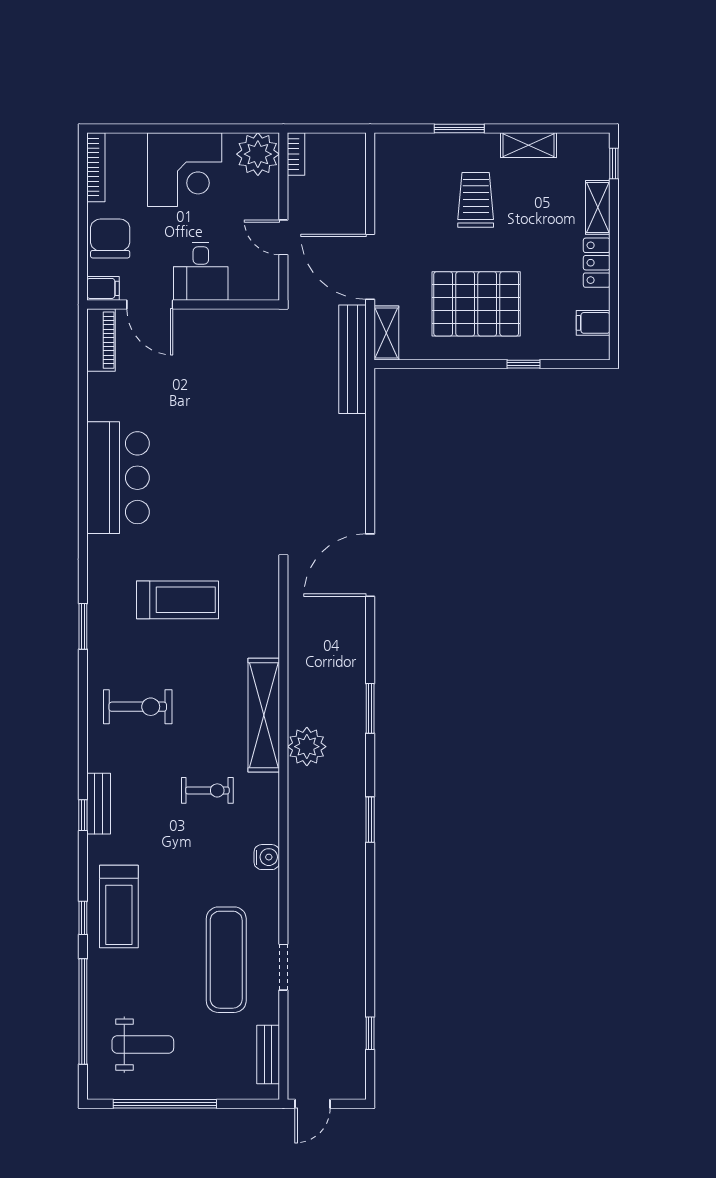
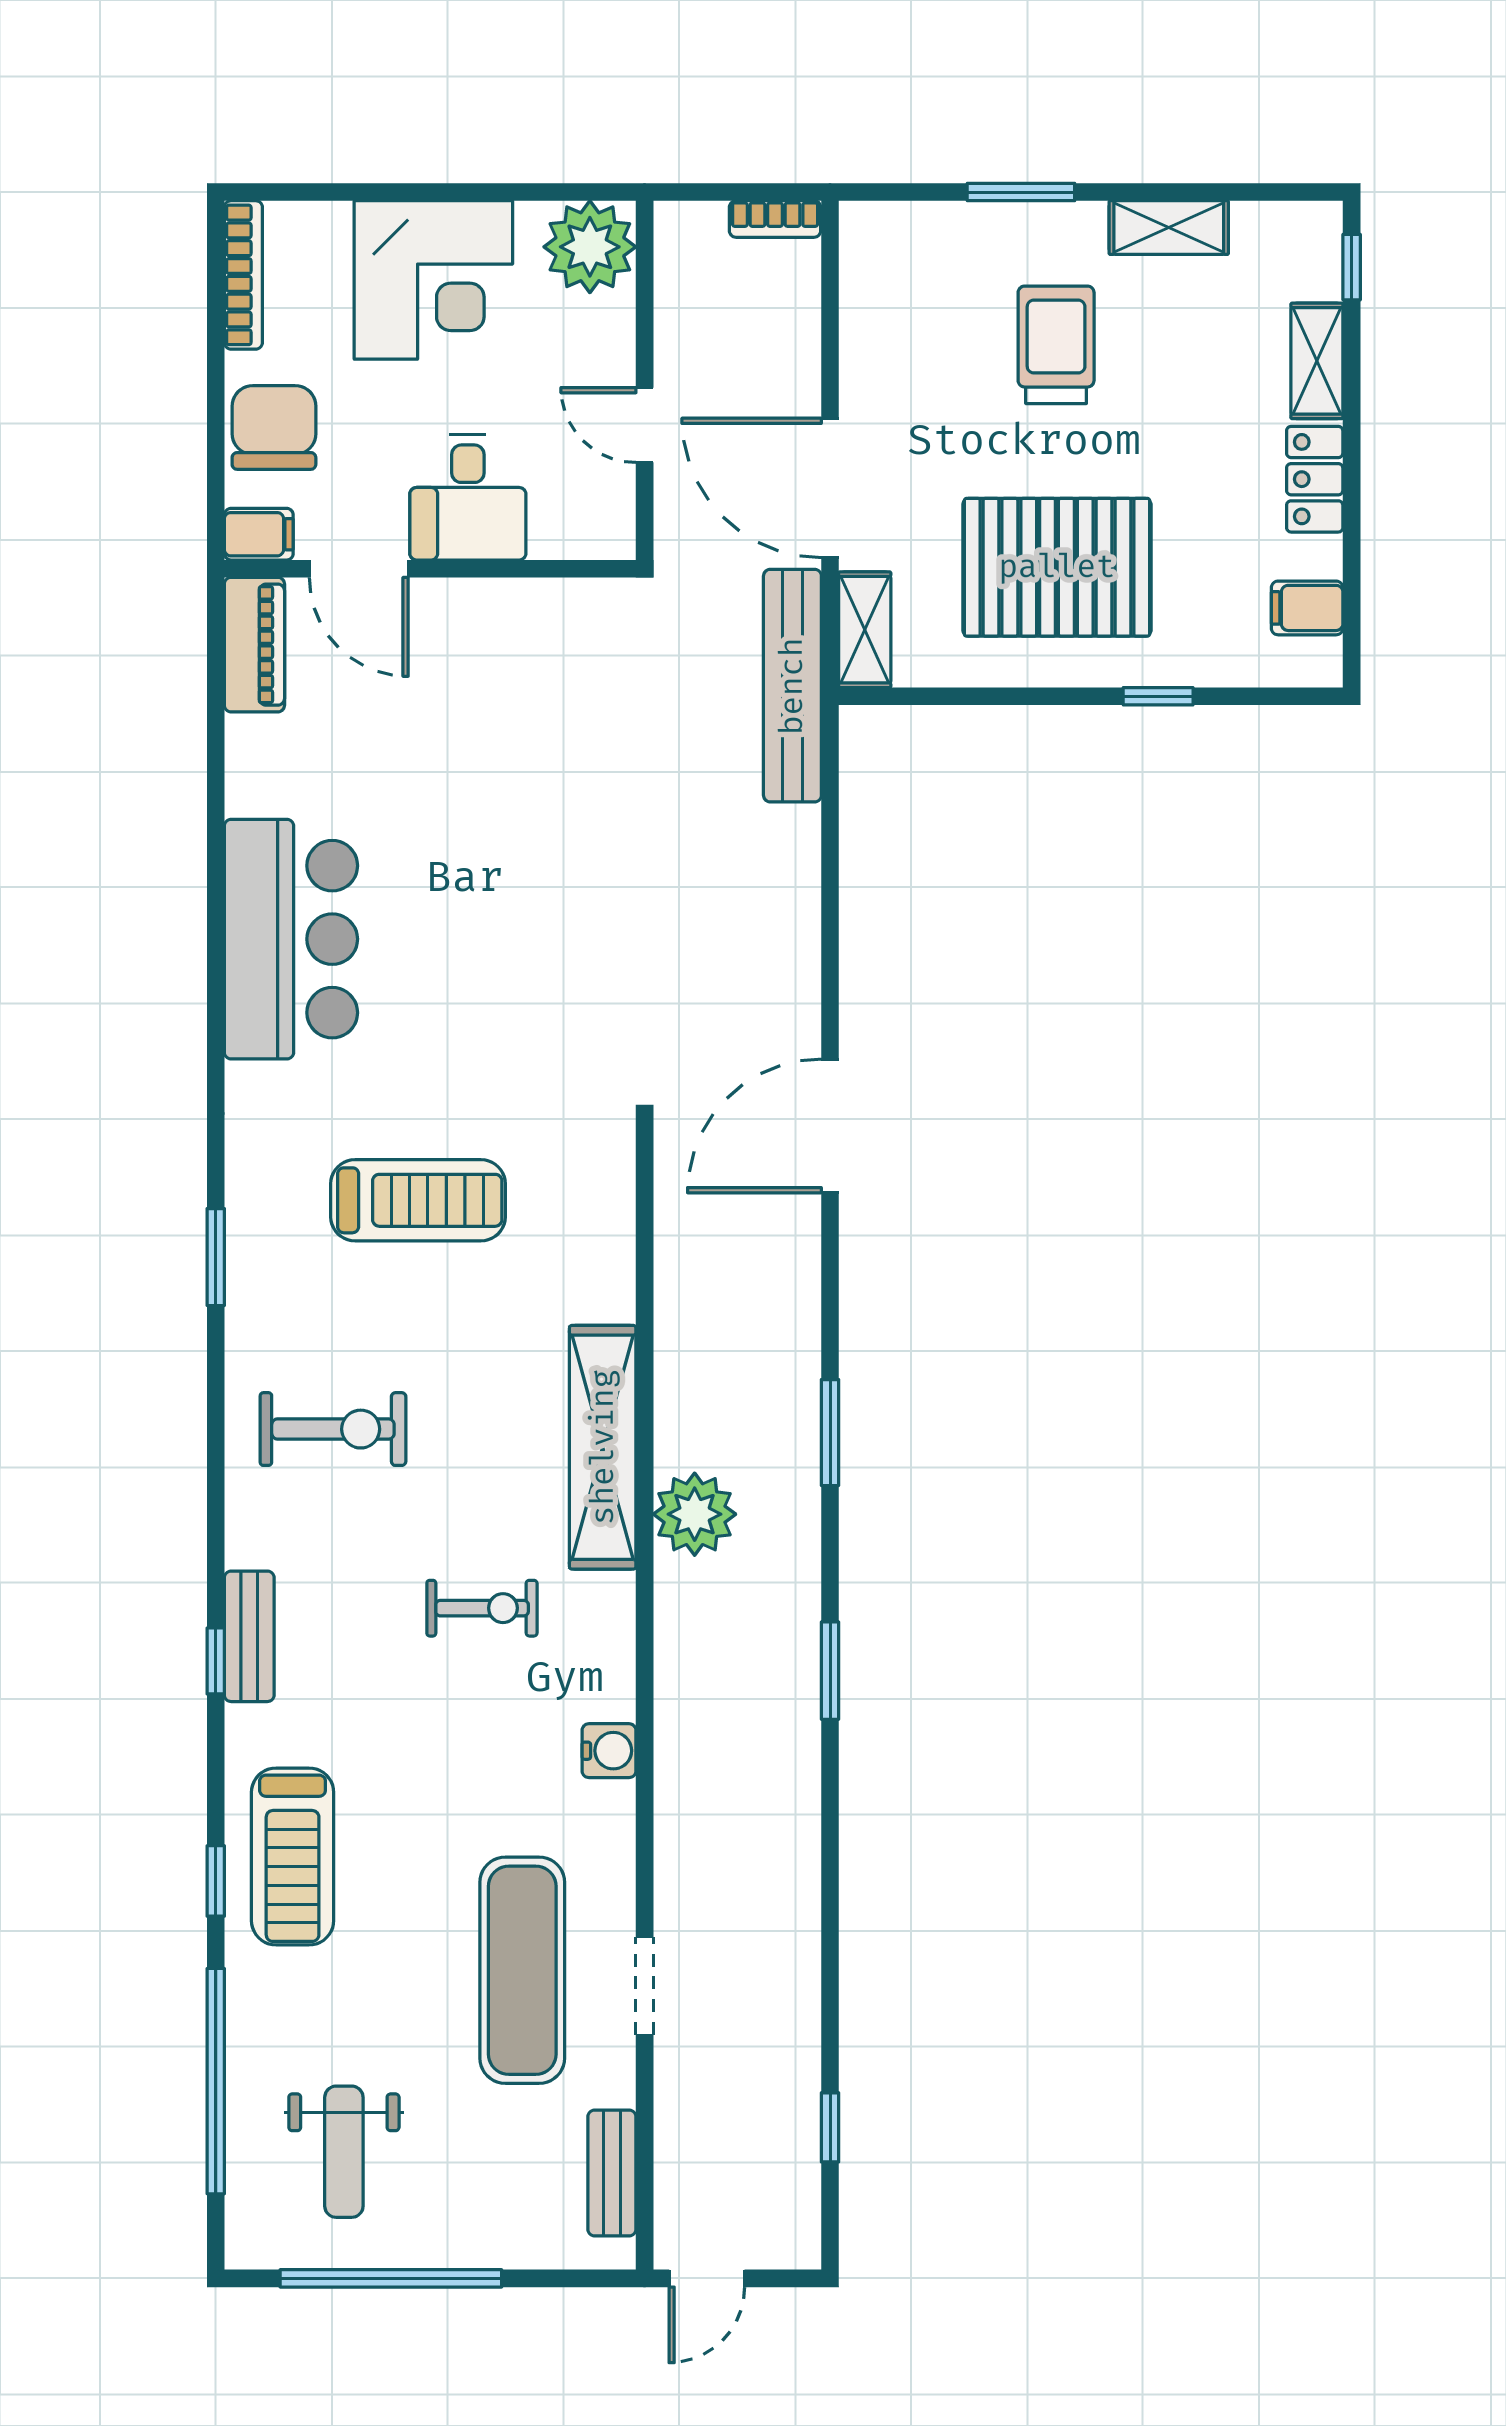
bookcase: (296, 154) -> (775, 219), moved, turned 90
weight bench: (143, 1045) -> (344, 2152), turned 90

